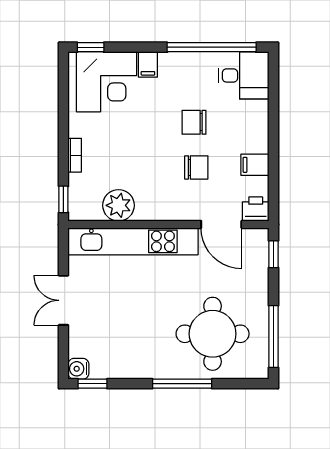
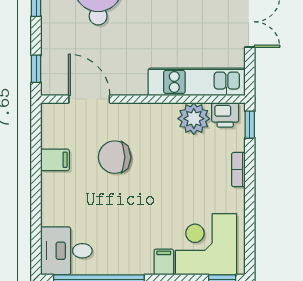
chair: (194, 122) -> (117, 203), removed
chair: (196, 167) -> (115, 157), width x1.37, depth x1.37
printer: (256, 209) -> (225, 115), moved
kitchen unit: (133, 241) -> (197, 82), width x0.73

